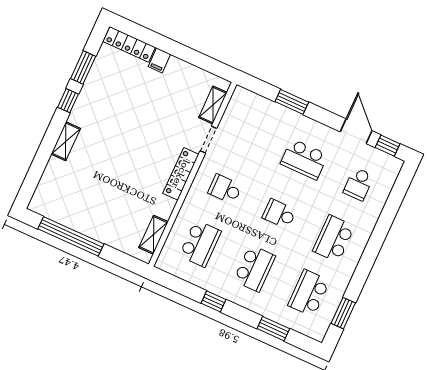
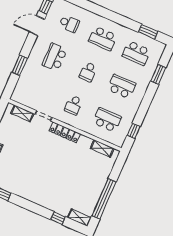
window: (68, 101) -> (58, 218), moved
shelving: (66, 141) -> (79, 218), moved
school desk: (304, 159) -> (55, 57), turned 180
window: (214, 301) -> (134, 131), moved

